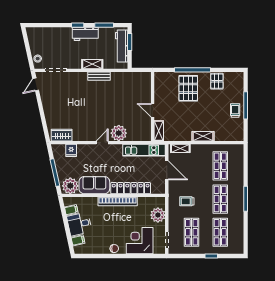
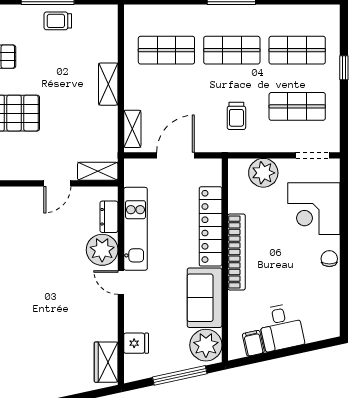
dresser: (136, 137) -> (109, 217), added
kitchen unit: (144, 150) -> (136, 229), moved
filing cabinet: (78, 240) -> (313, 330), removed

